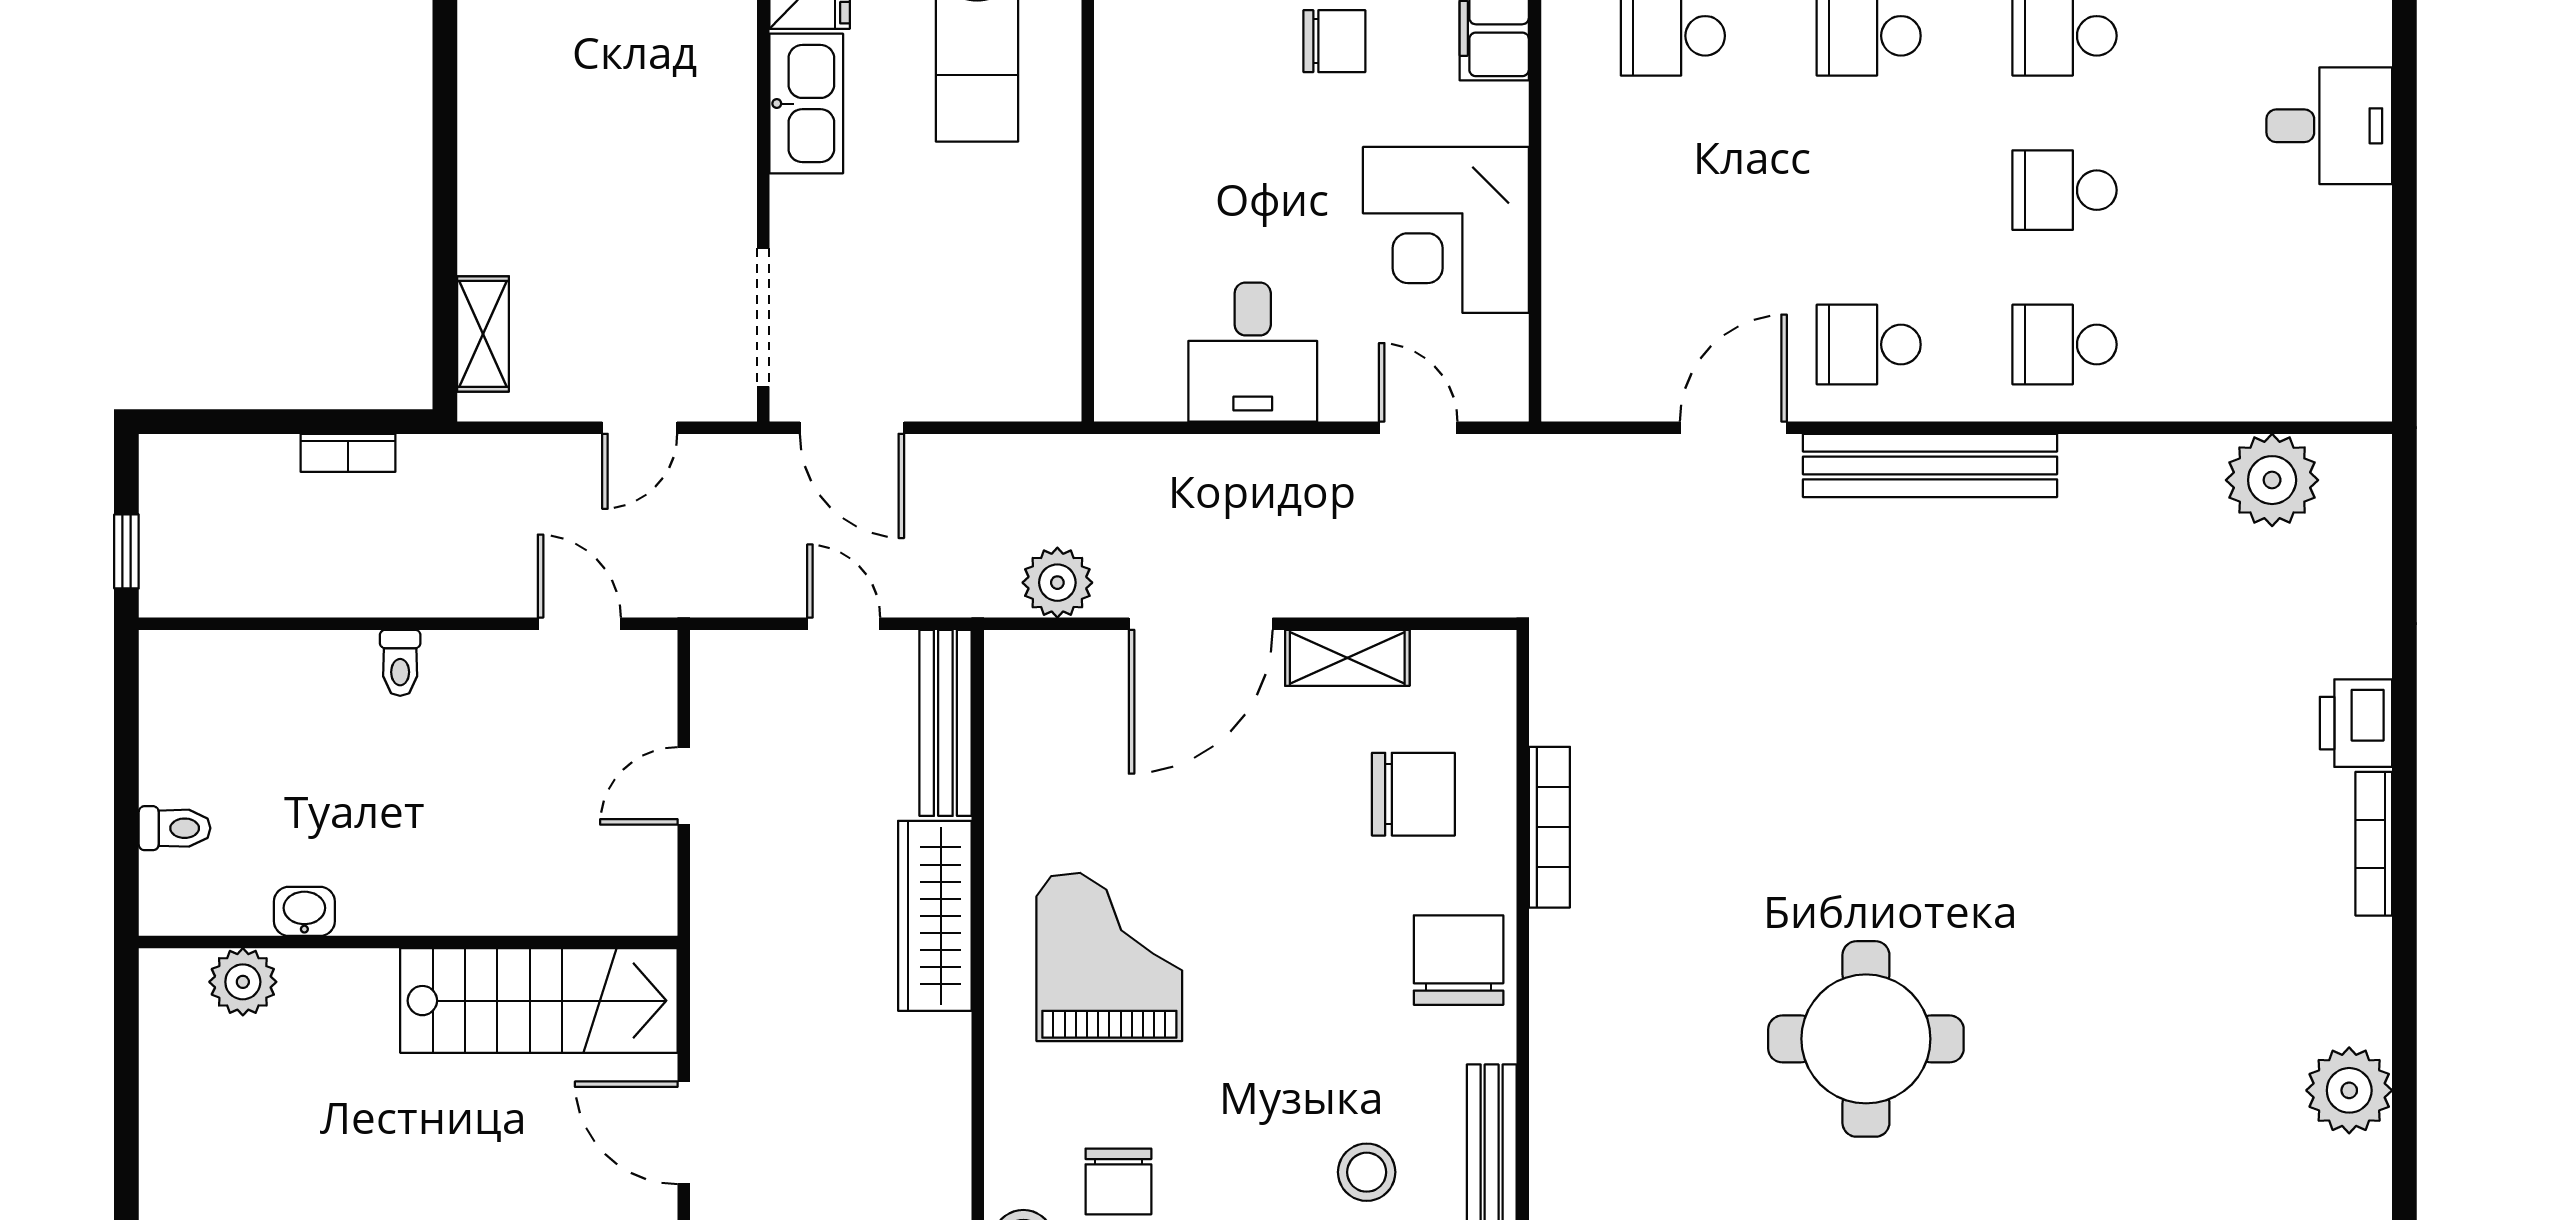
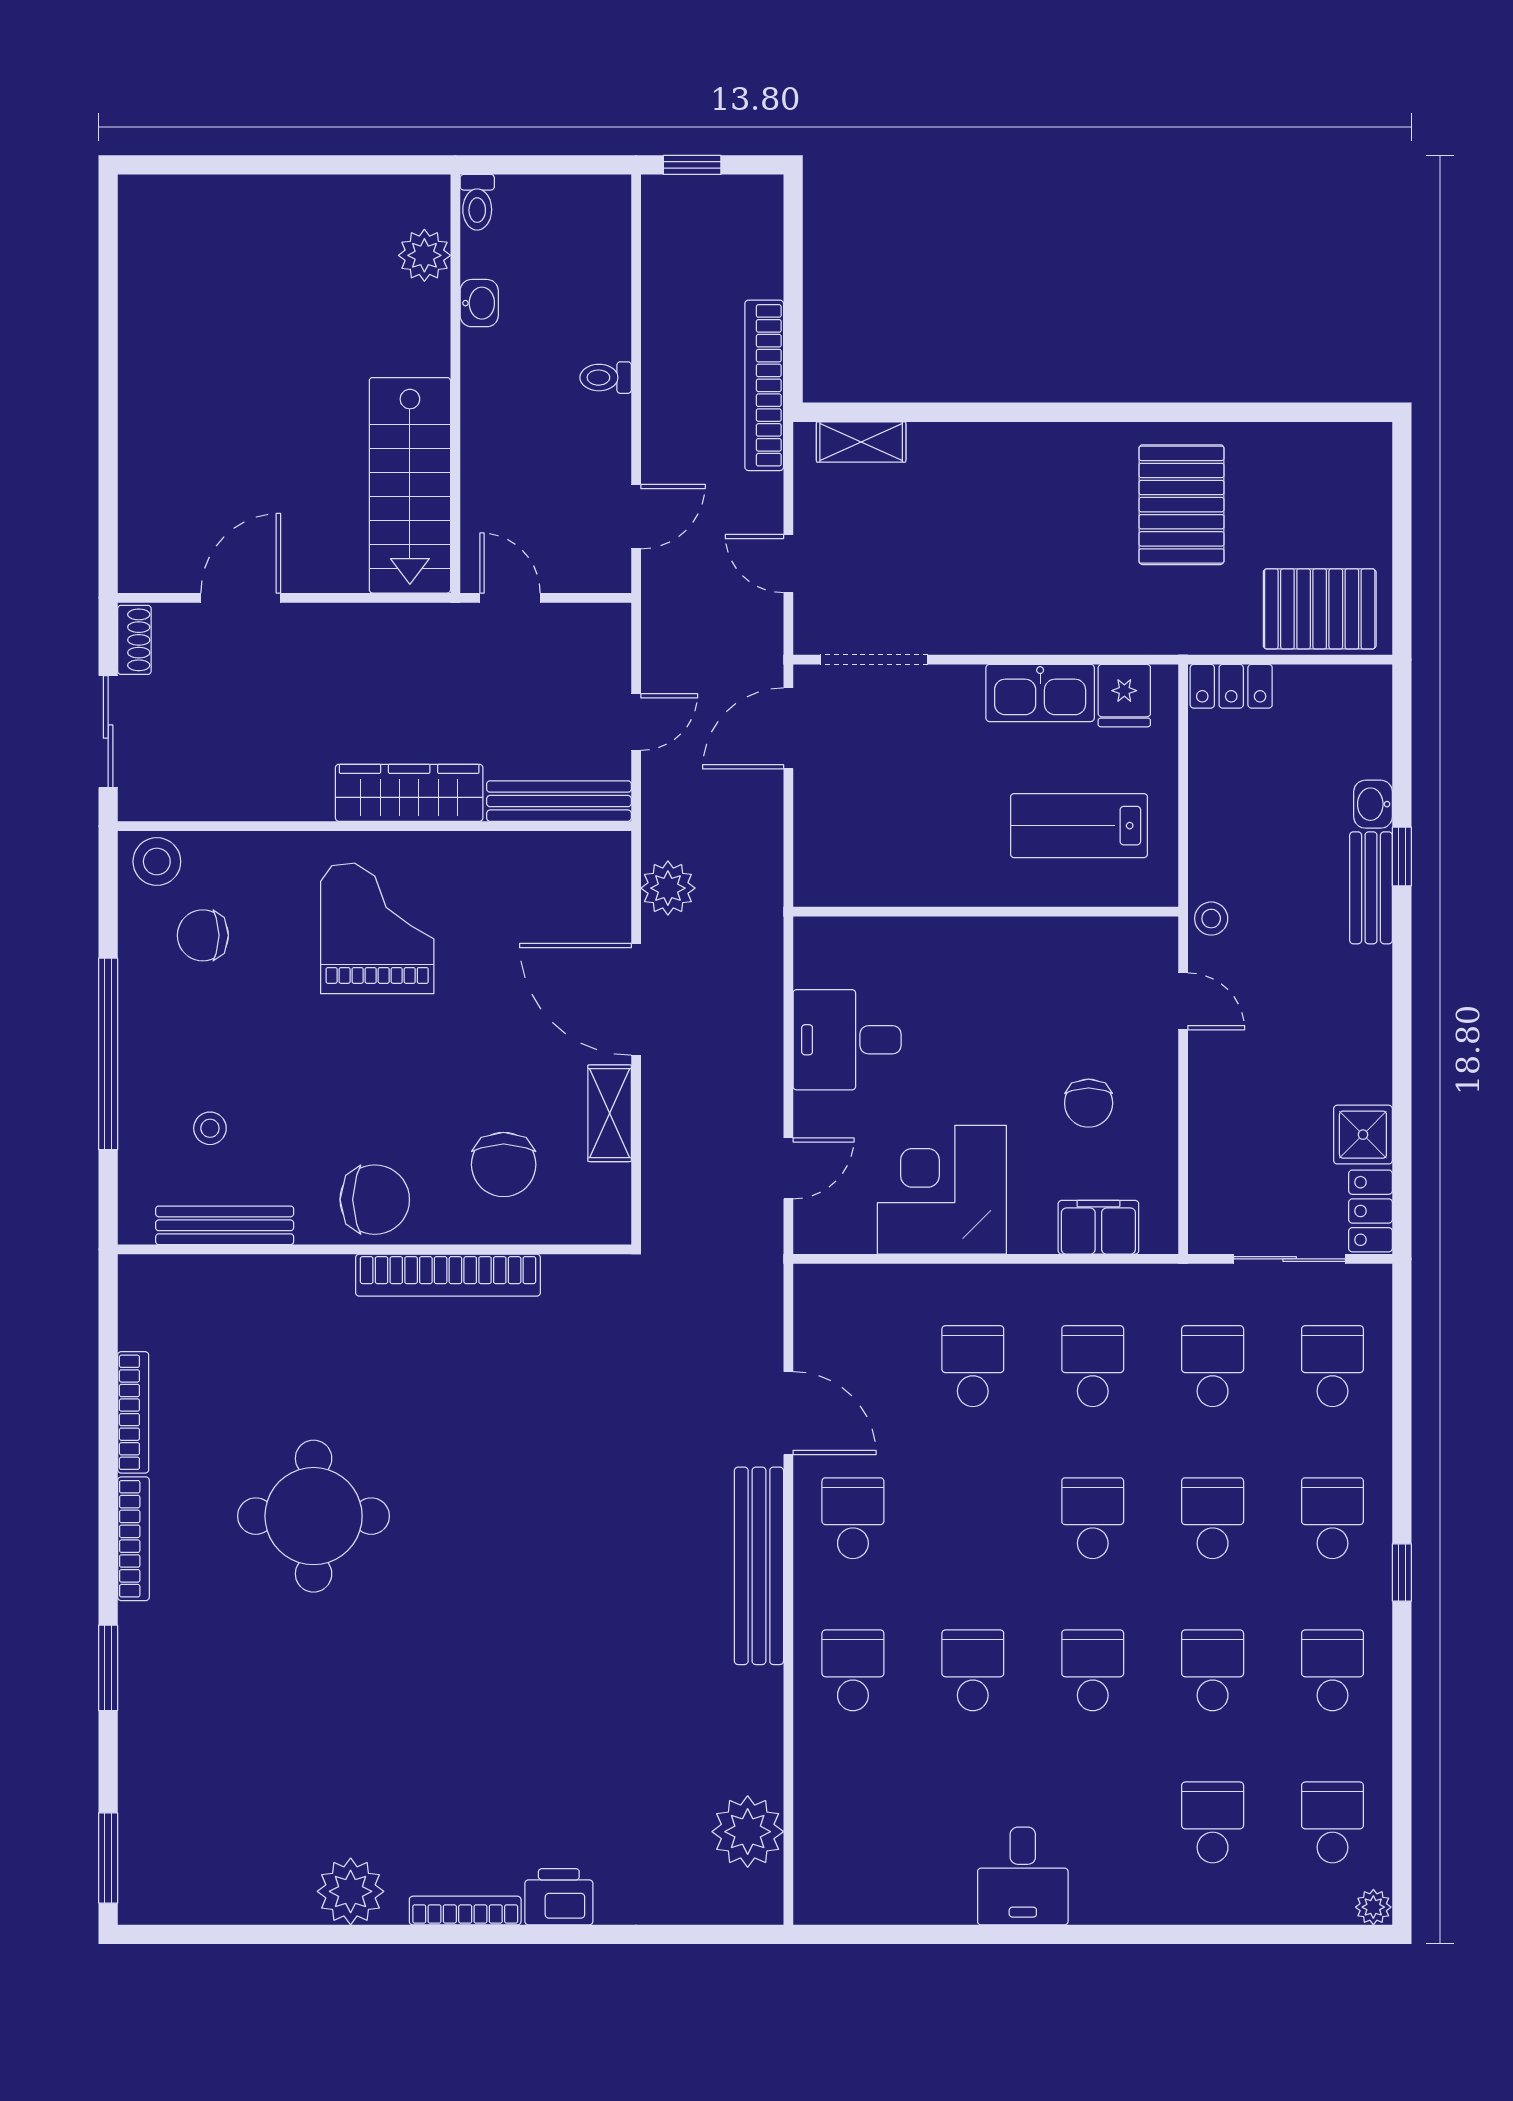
school desk: (1673, 190) -> (973, 1366), added
bookcase: (348, 453) -> (764, 385), width x2.31, depth x1.31
bookcase: (1549, 827) -> (448, 1275), width x1.48, depth x1.31
washbasin: (304, 911) -> (479, 303), moved
wall: (408, 942) -> (455, 384), moved
grand piano: (1109, 957) -> (377, 928), turned -90
plant: (243, 982) -> (424, 255), moved
stairs: (539, 1001) -> (410, 485), moved
plant: (2349, 1090) -> (351, 1891), moved
stool: (1367, 1172) -> (210, 1128), width x0.73, depth x0.73

